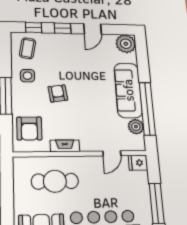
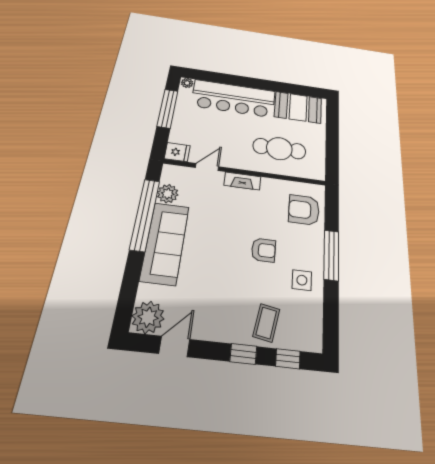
door: (92, 29) -> (174, 346), moved
coffee table: (28, 48) -> (266, 323), moved
armchair: (58, 93) -> (264, 250), turned -82
armchair: (29, 128) -> (304, 210), turned -90
fireplace: (65, 146) -> (242, 181), moved

